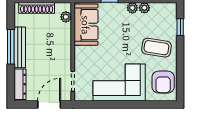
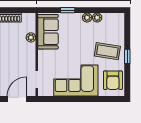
plant: (66, 17) -> (31, 37), moved
window: (180, 27) -> (127, 56), moved

